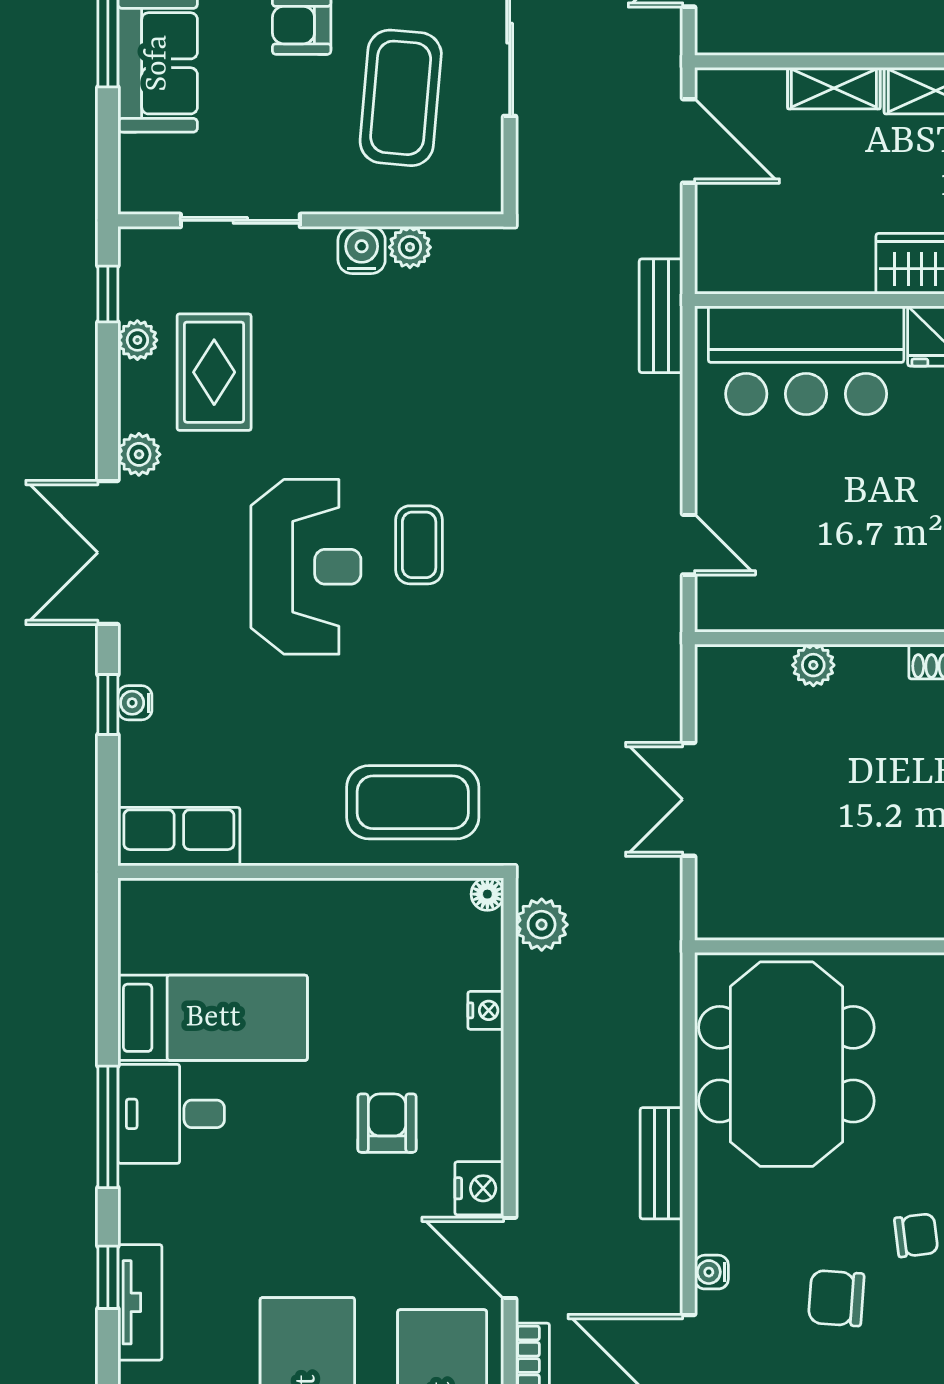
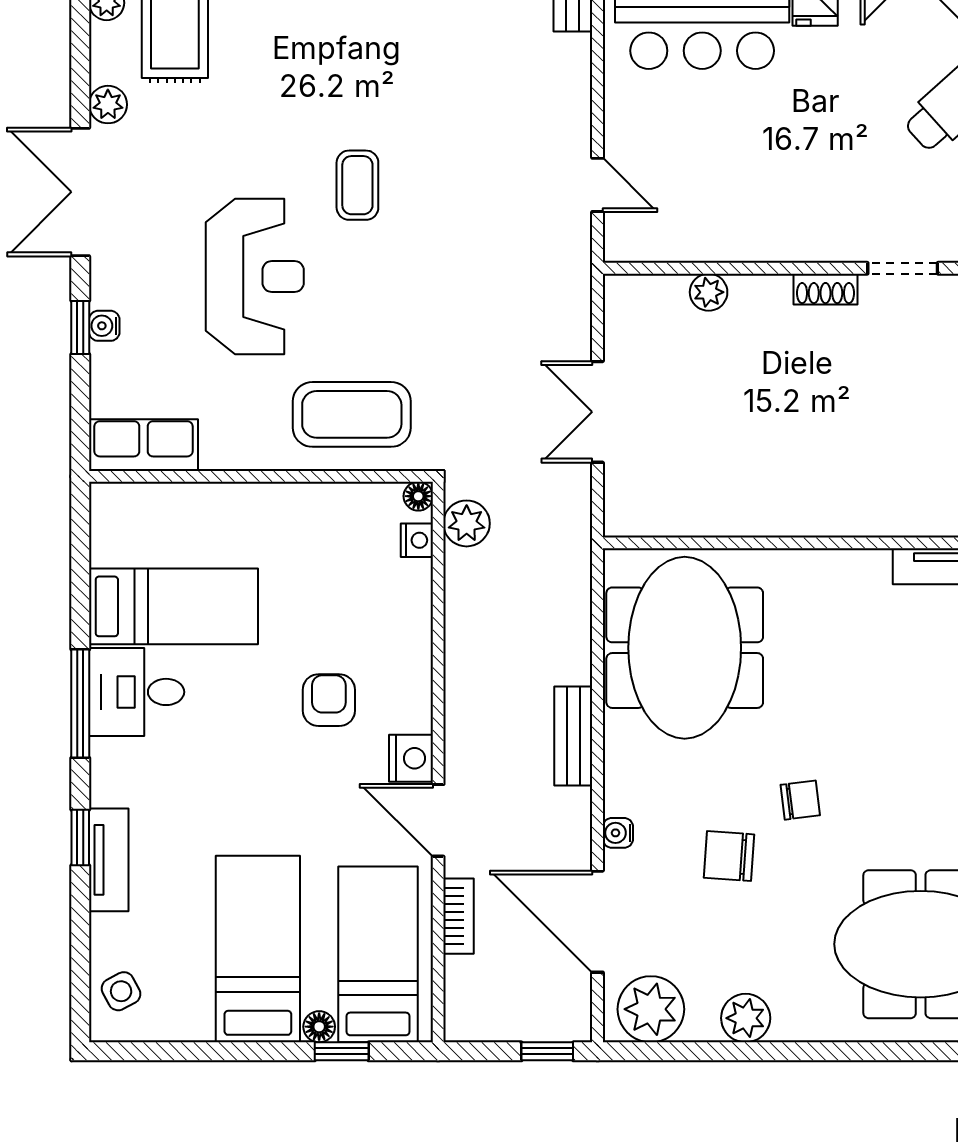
reception desk: (306, 567) -> (255, 277), moved
nightstand: (486, 1010) -> (417, 540), moved

